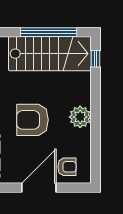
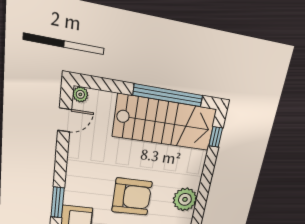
armchair: (32, 120) -> (132, 197), turned 180

